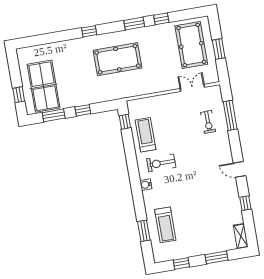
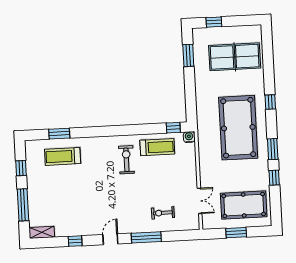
pool table: (117, 59) -> (238, 128), width x1.36, depth x1.32
table tennis table: (44, 86) -> (235, 57), moved
window: (83, 110) -> (190, 86), removed
window: (230, 115) -> (146, 237), moved
water cooler: (146, 185) -> (189, 137), moved
window: (216, 257) -> (23, 205), width x1.44

